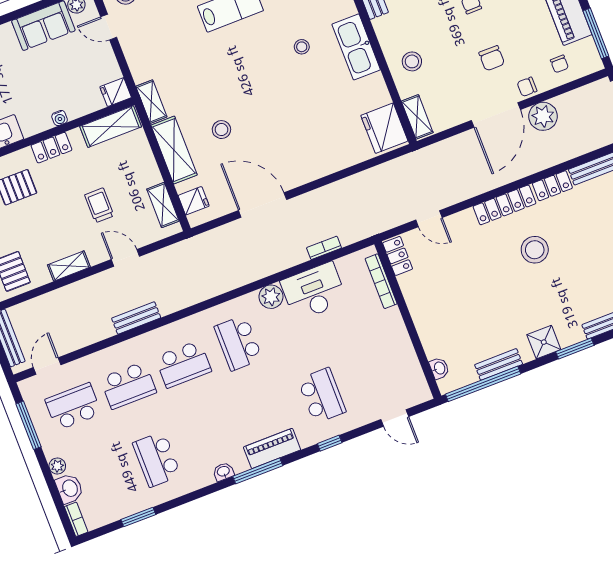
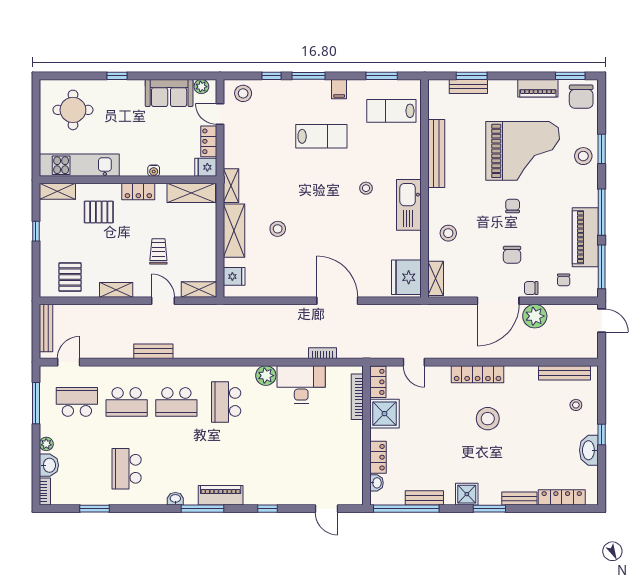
locker: (108, 62) -> (209, 141), added
locker: (552, 186) -> (378, 457), moved, turned -90
shelving: (163, 205) -> (199, 289), moved, turned 90
door: (263, 205) -> (337, 301), moved
shower: (418, 288) -> (384, 414), added
school desk: (322, 396) -> (276, 469), removed

